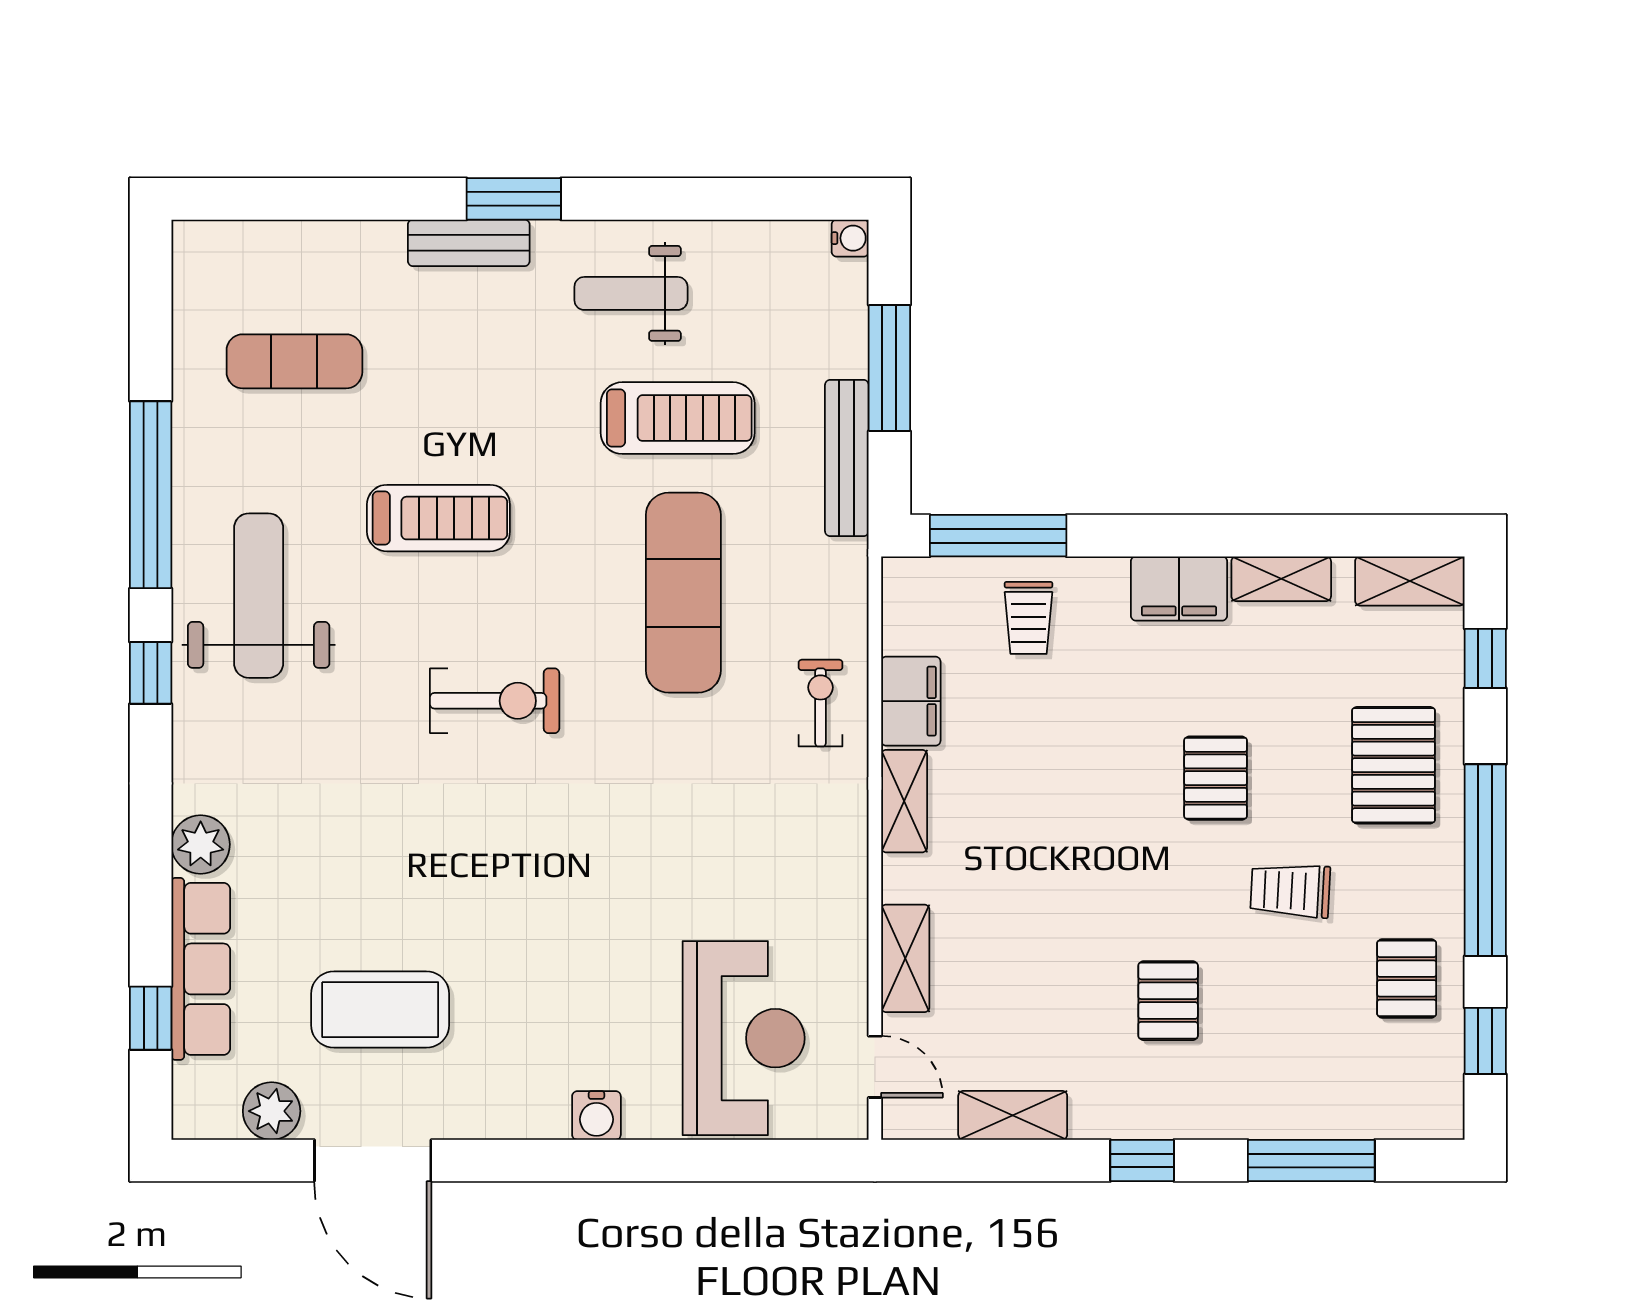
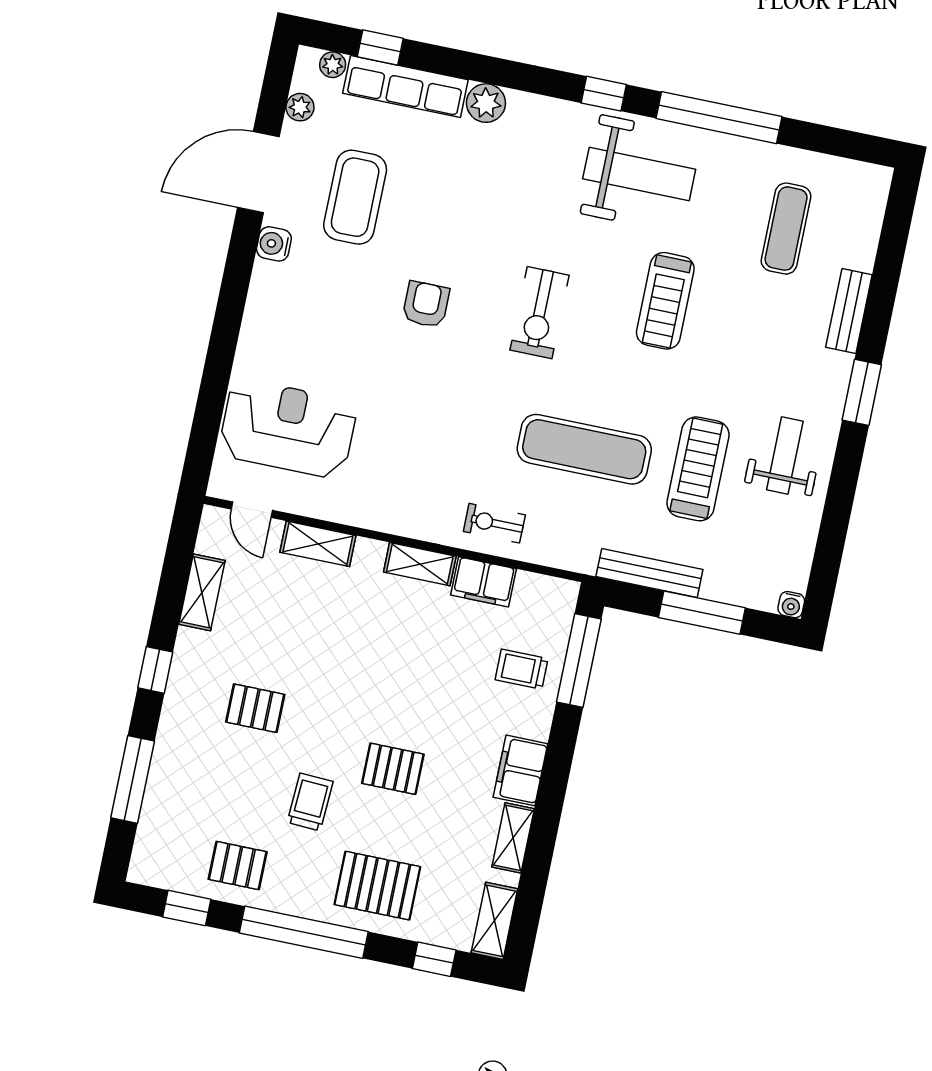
bench: (469, 243) -> (849, 311), moved
treadmill: (678, 418) -> (698, 469), turned 180
exercise bike: (821, 703) -> (494, 523), turned 180
armchair: (517, 872) -> (426, 304), added
reception desk: (744, 1038) -> (288, 428), turned 180
door: (875, 1067) -> (252, 510), hinge flipped
plant: (191, 1083) -> (333, 65), added
plant: (272, 1111) -> (300, 107), width x0.73, depth x0.73
water cooler: (596, 1115) -> (274, 244), moved

